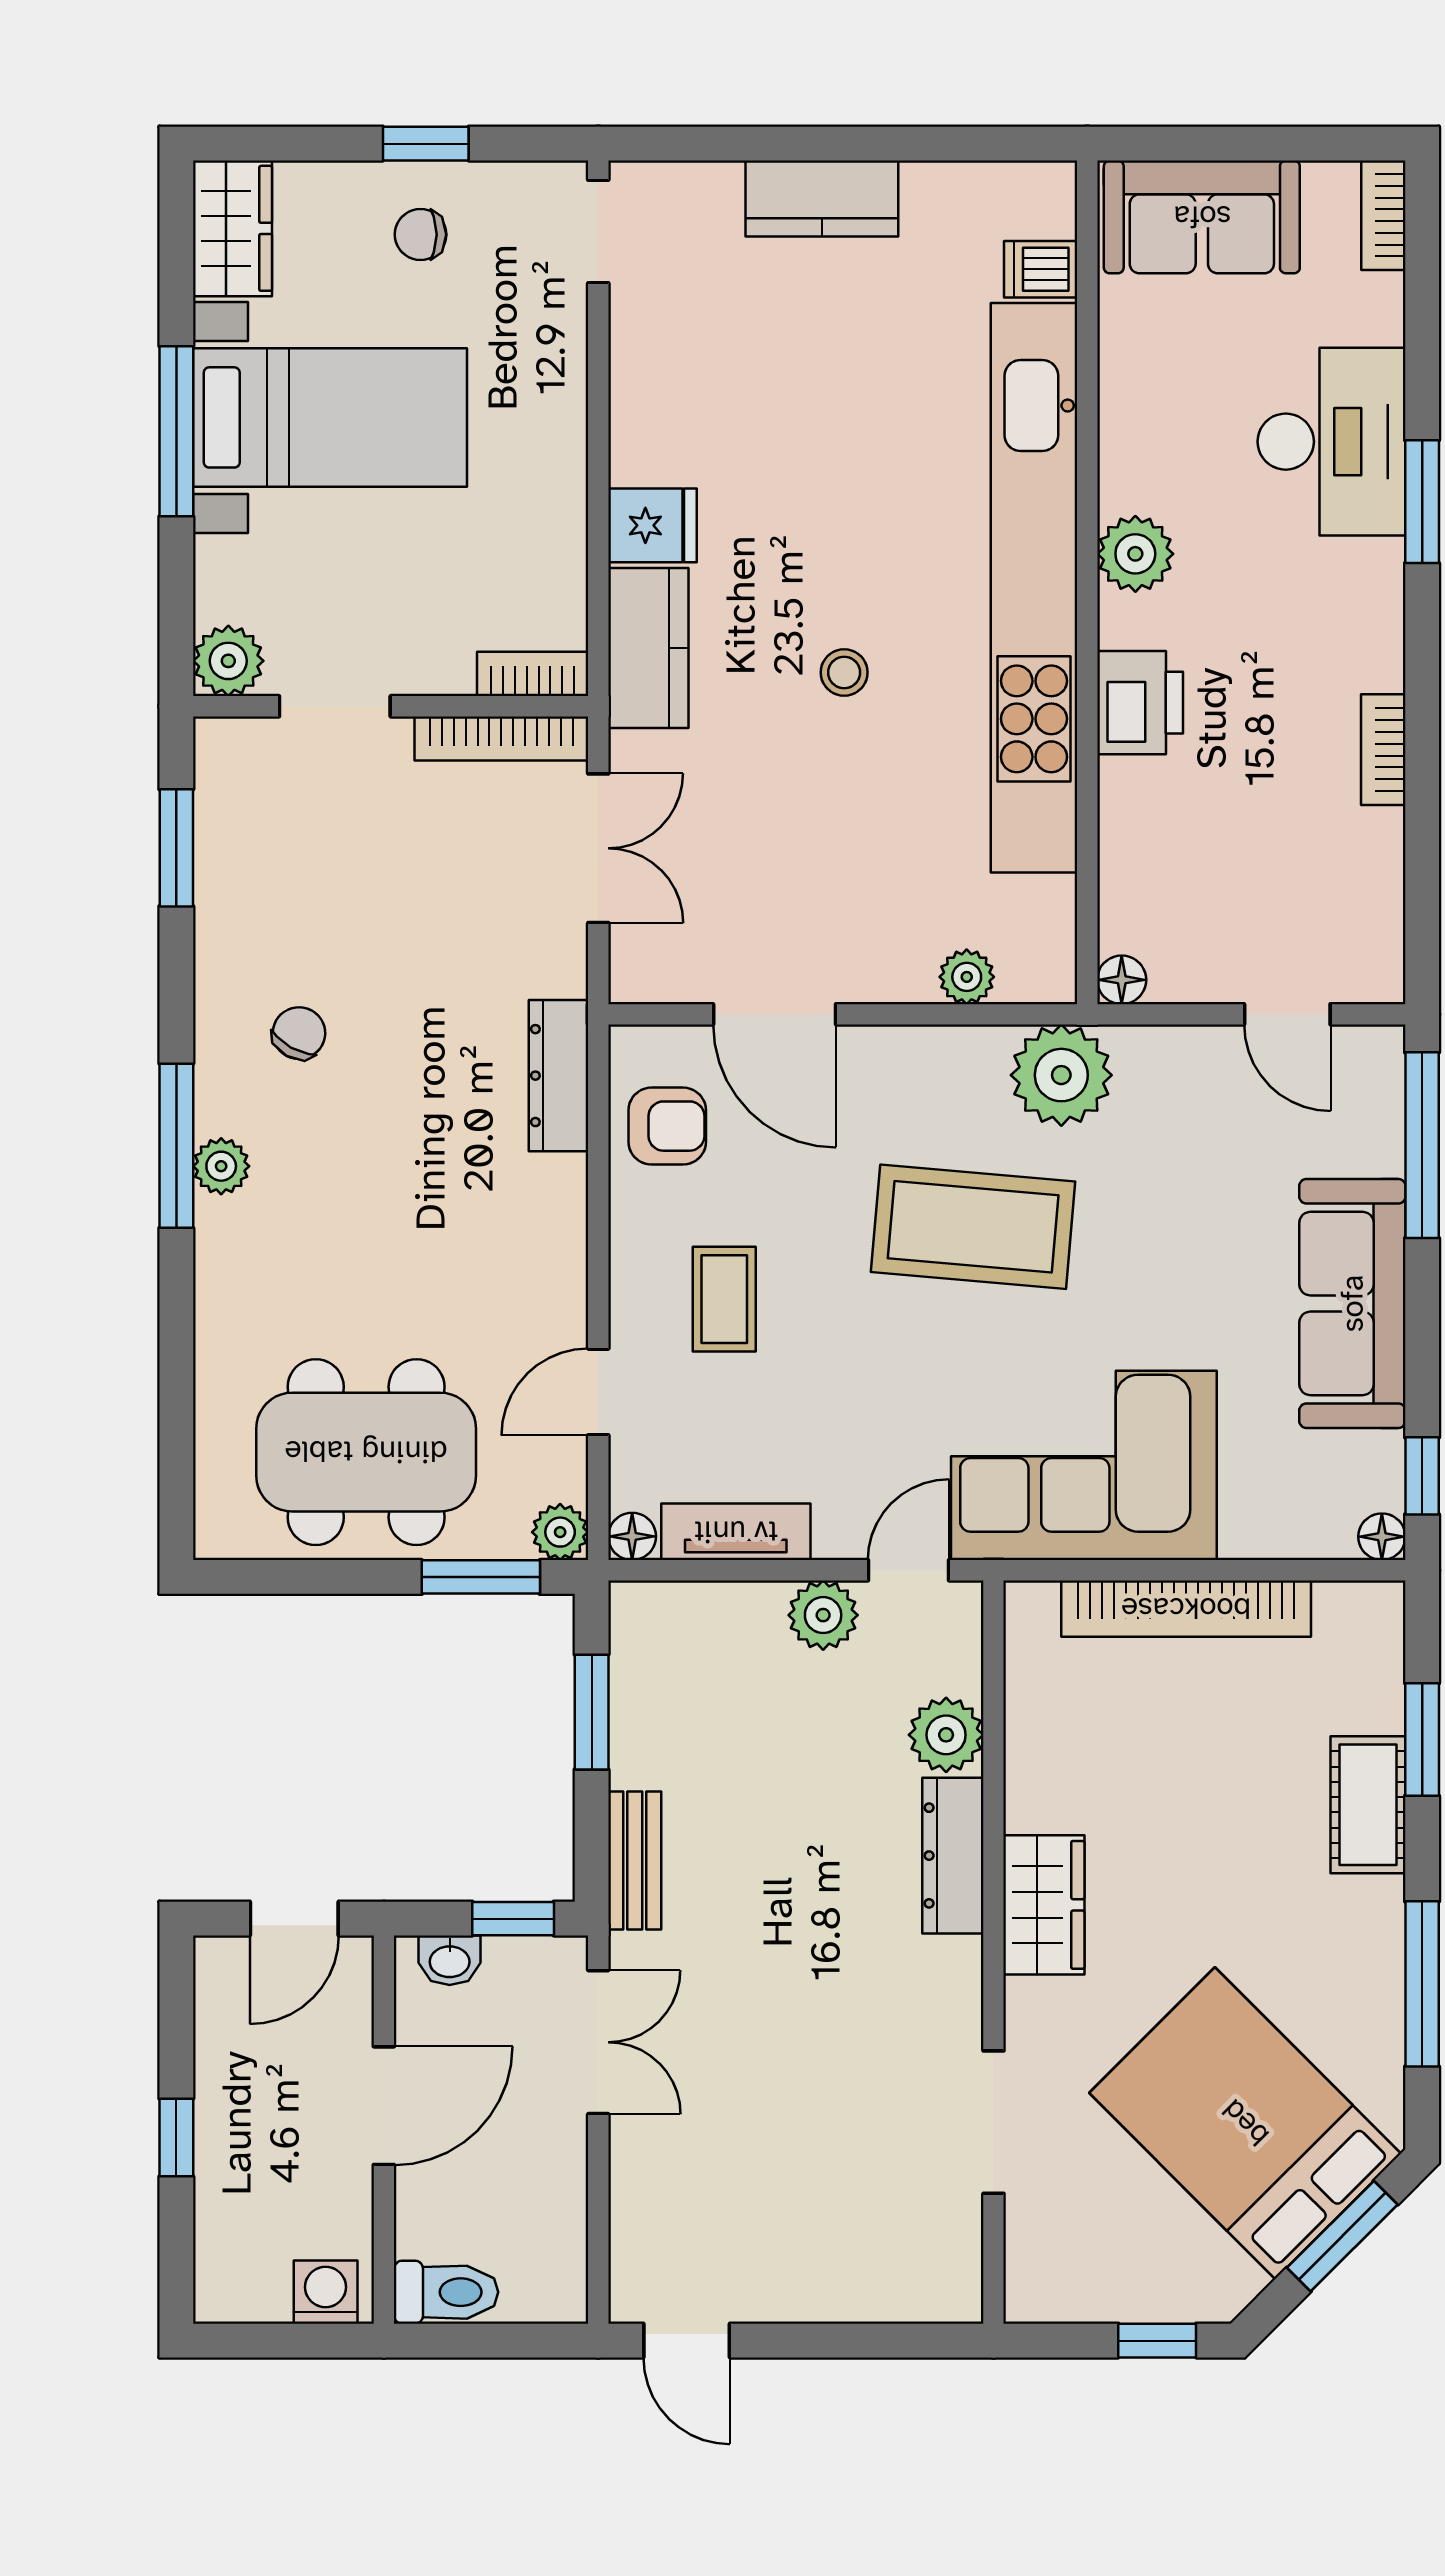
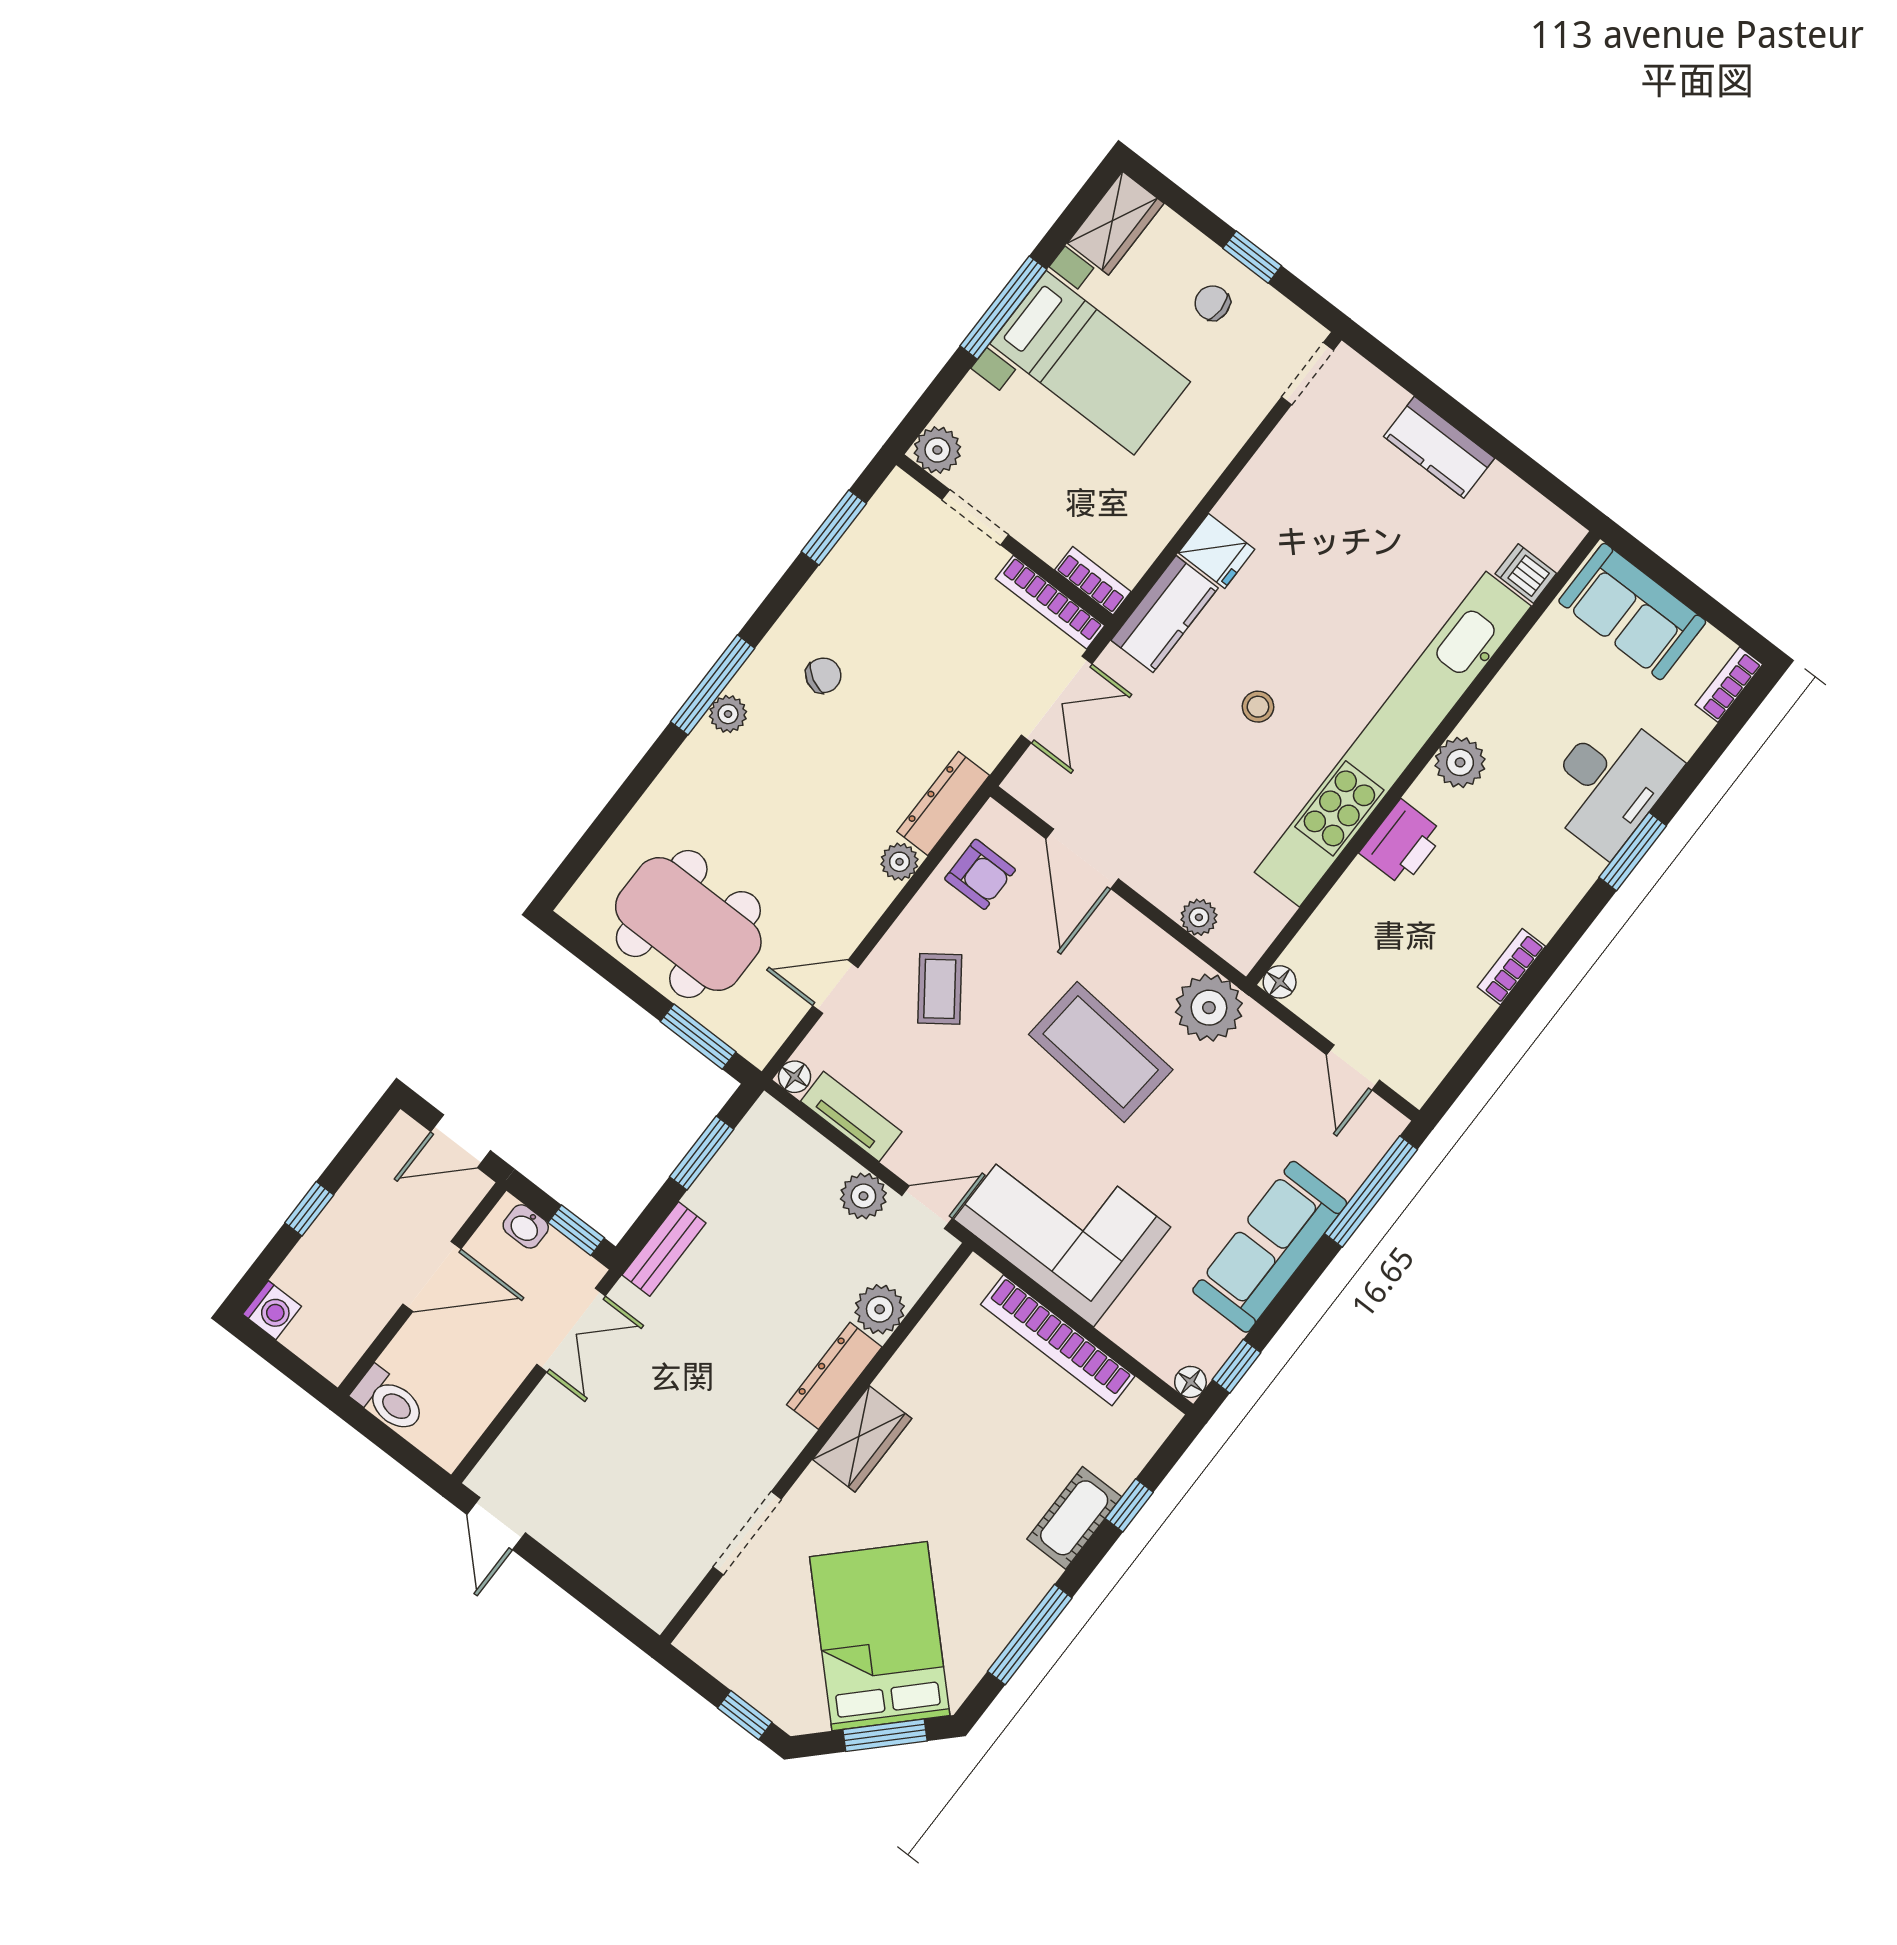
coffee table: (724, 1299) -> (940, 989), turned -36
plant: (560, 1532) -> (899, 862), moved
window: (1422, 1739) -> (1129, 1505), width x0.67
washing machine: (326, 2292) -> (272, 1310), moved, turned 90

